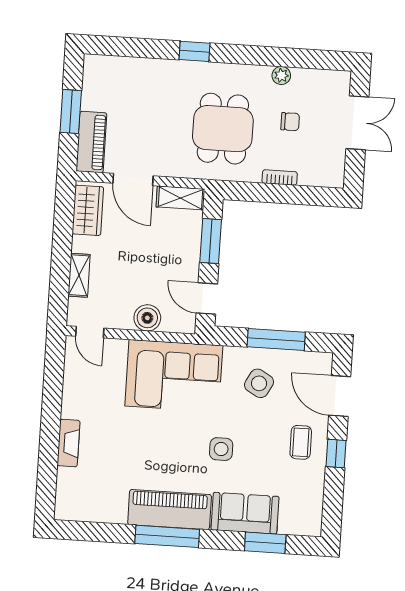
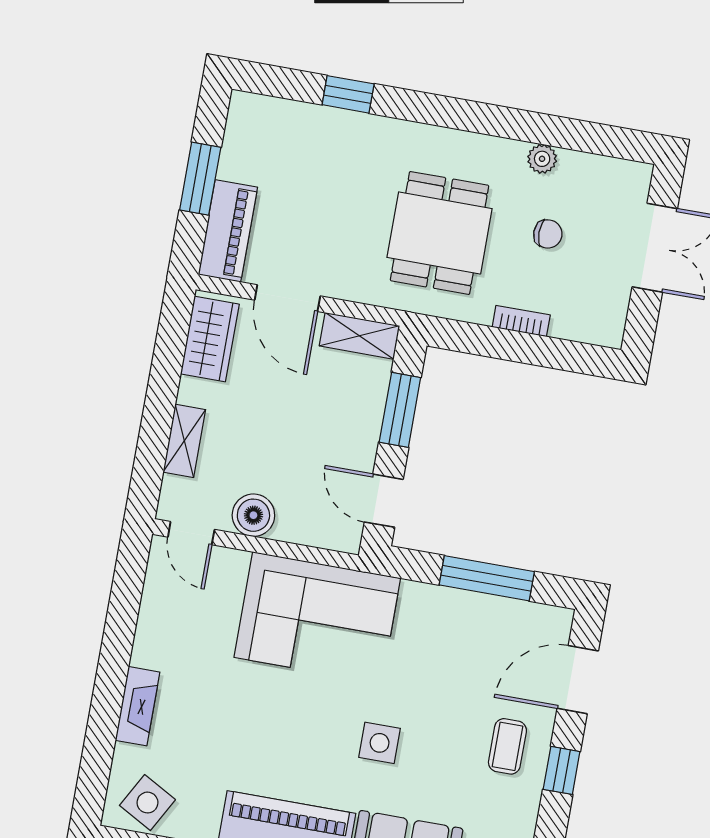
window: (194, 51) -> (348, 94), moved
boiler: (147, 318) -> (253, 515), moved
side table: (259, 383) -> (147, 803), moved
door: (340, 396) -> (578, 680), hinge flipped

